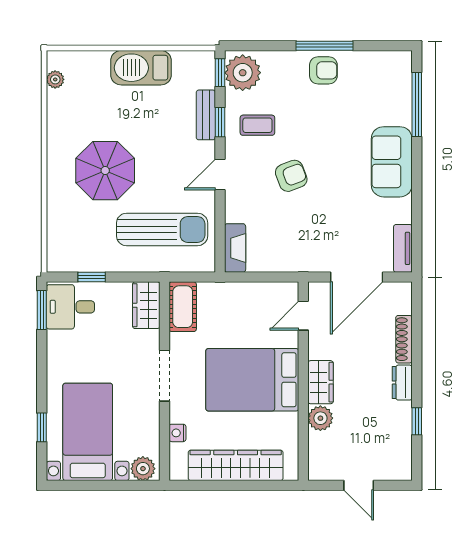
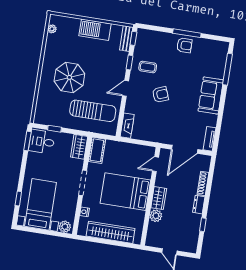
plant: (243, 73) -> (145, 40), removed
bench: (206, 115) -> (126, 39), moved

